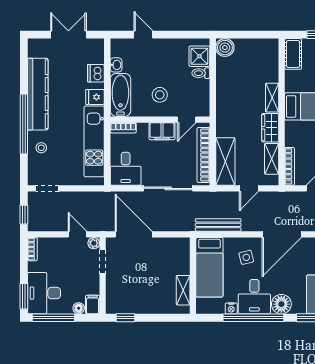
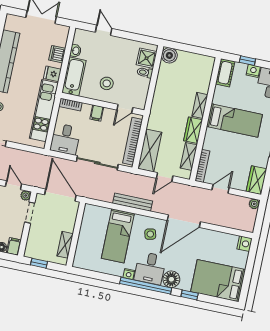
filing cabinet: (162, 131) -> (97, 113), width x0.50
wall: (193, 276) -> (76, 234), moved
shelving: (183, 290) -> (65, 245), moved

